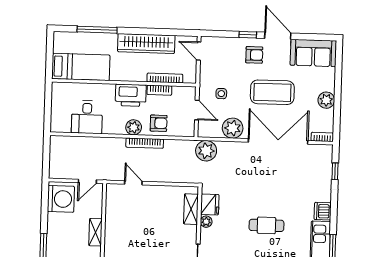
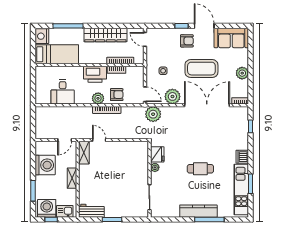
nightstand: (62, 42) -> (42, 36), added
door: (197, 110) -> (145, 94), moved
washing machine: (61, 199) -> (45, 165), moved
shelving: (191, 209) -> (84, 153), moved

